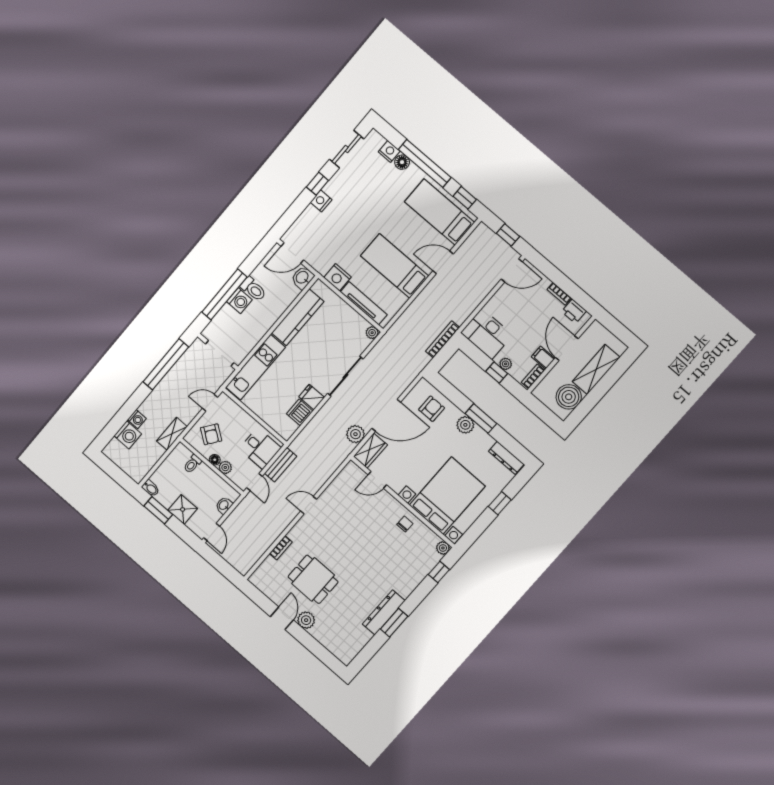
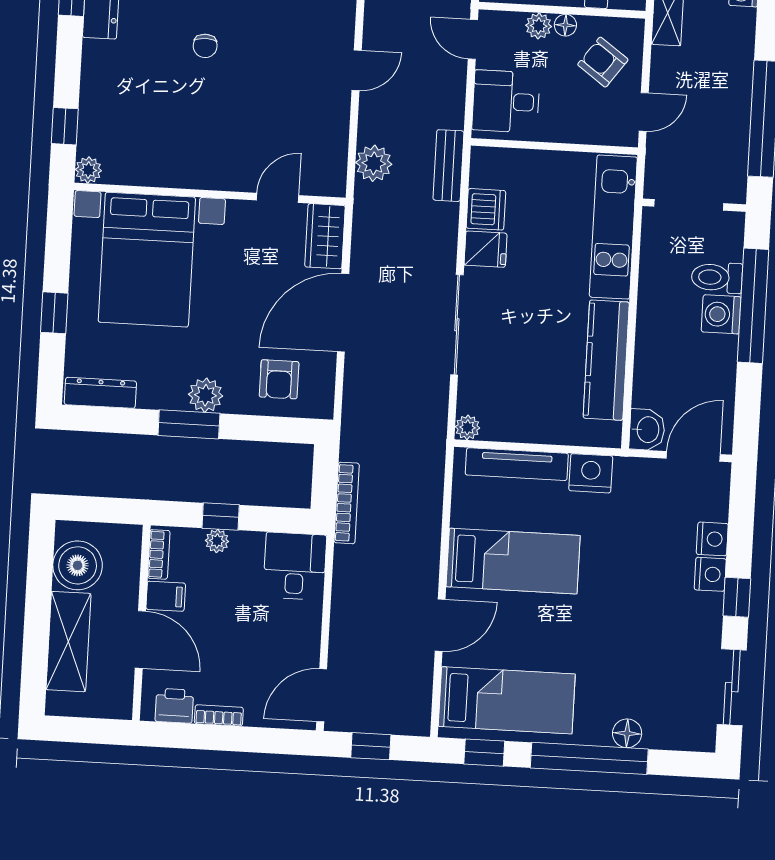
nightstand: (389, 151) -> (712, 539), moved, turned -90
toilet: (253, 289) -> (717, 277), moved
desk: (487, 334) -> (295, 566), width x0.73
plant: (355, 434) -> (374, 163), moved
bench: (281, 465) -> (448, 166), moved
chair: (405, 524) -> (205, 46), moved

